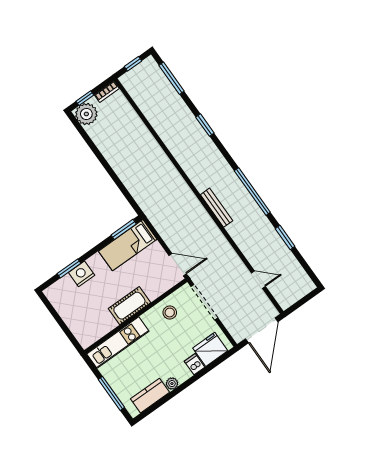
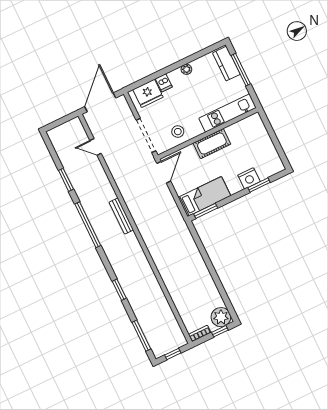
door: (178, 265) -> (164, 172), swing flipped
kitchen counter: (150, 396) -> (226, 64), moved, turned 90

